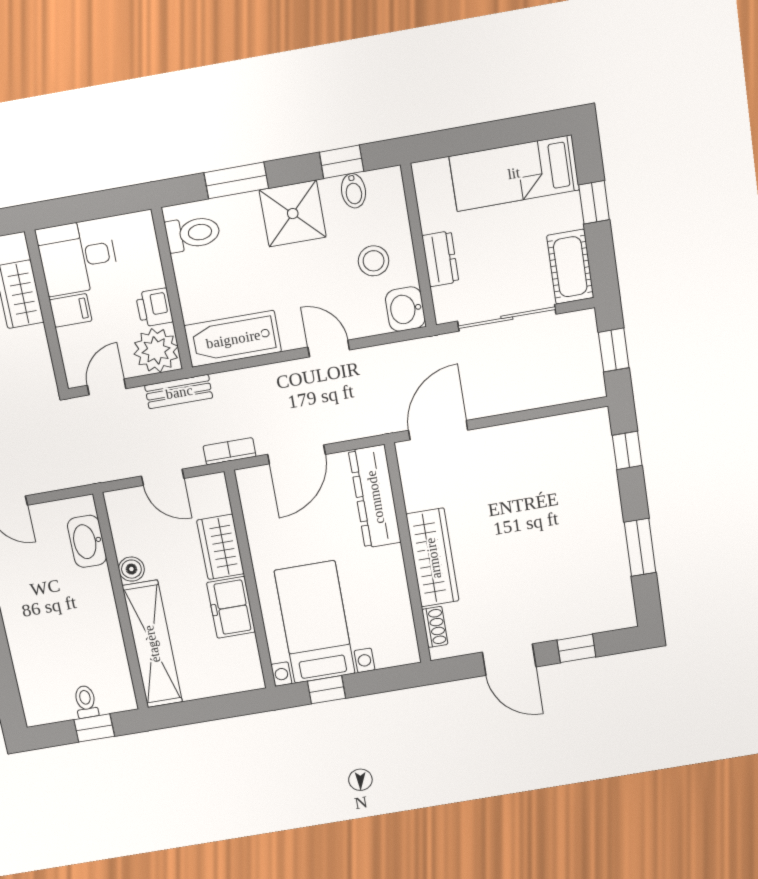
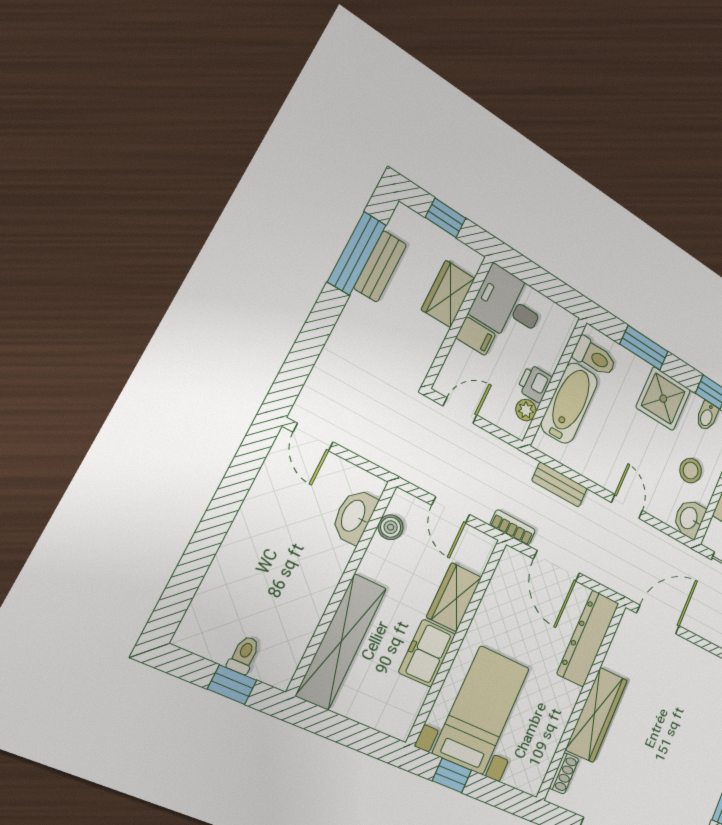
bathtub: (233, 339) -> (569, 403), moved, turned 90
plant: (156, 350) -> (526, 410), width x0.53, depth x0.53
bench: (179, 392) -> (560, 485), moved
door: (296, 454) -> (557, 566), hinge flipped
boiler: (131, 569) -> (391, 527), moved

